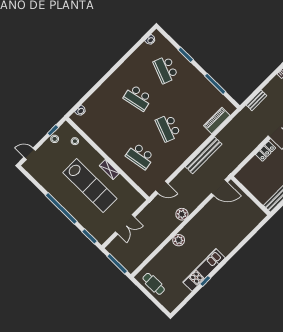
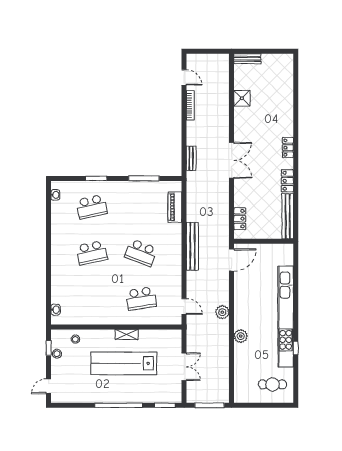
school desk: (166, 70) -> (92, 207), turned -33
locker: (266, 151) -> (240, 219), moved
lab bench: (90, 186) -> (124, 363), turned 180
door: (162, 187) -> (184, 306), hinge flipped
kitchen unit: (204, 270) -> (286, 317), width x1.86
cafe table: (154, 284) -> (272, 384), moved

